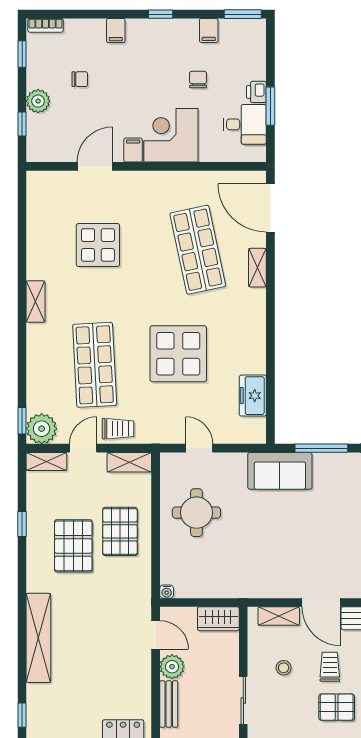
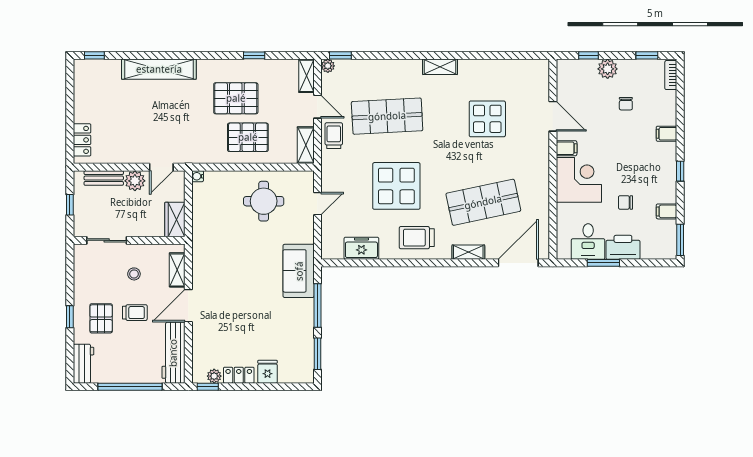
chair: (198, 80) -> (626, 202), turned 180
printer: (256, 92) -> (623, 247), width x1.87, depth x1.48
trolley: (240, 329) -> (417, 238), added
plant: (42, 429) -> (328, 66), width x0.53, depth x0.53
trolley: (118, 429) -> (334, 136), turned 180

